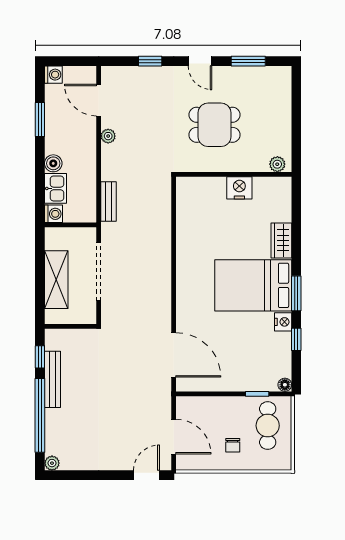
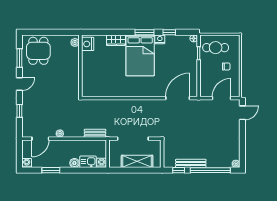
dining table: (214, 125) -> (38, 51), moved
nightstand: (239, 188) -> (88, 44), moved
door: (146, 475) -> (242, 113), swing flipped

